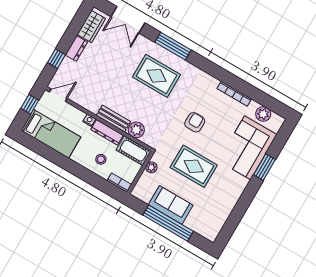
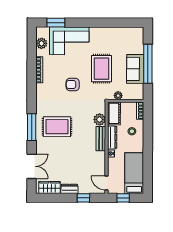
rug: (156, 76) -> (57, 127), turned 90
window: (264, 167) -> (56, 23), moved

